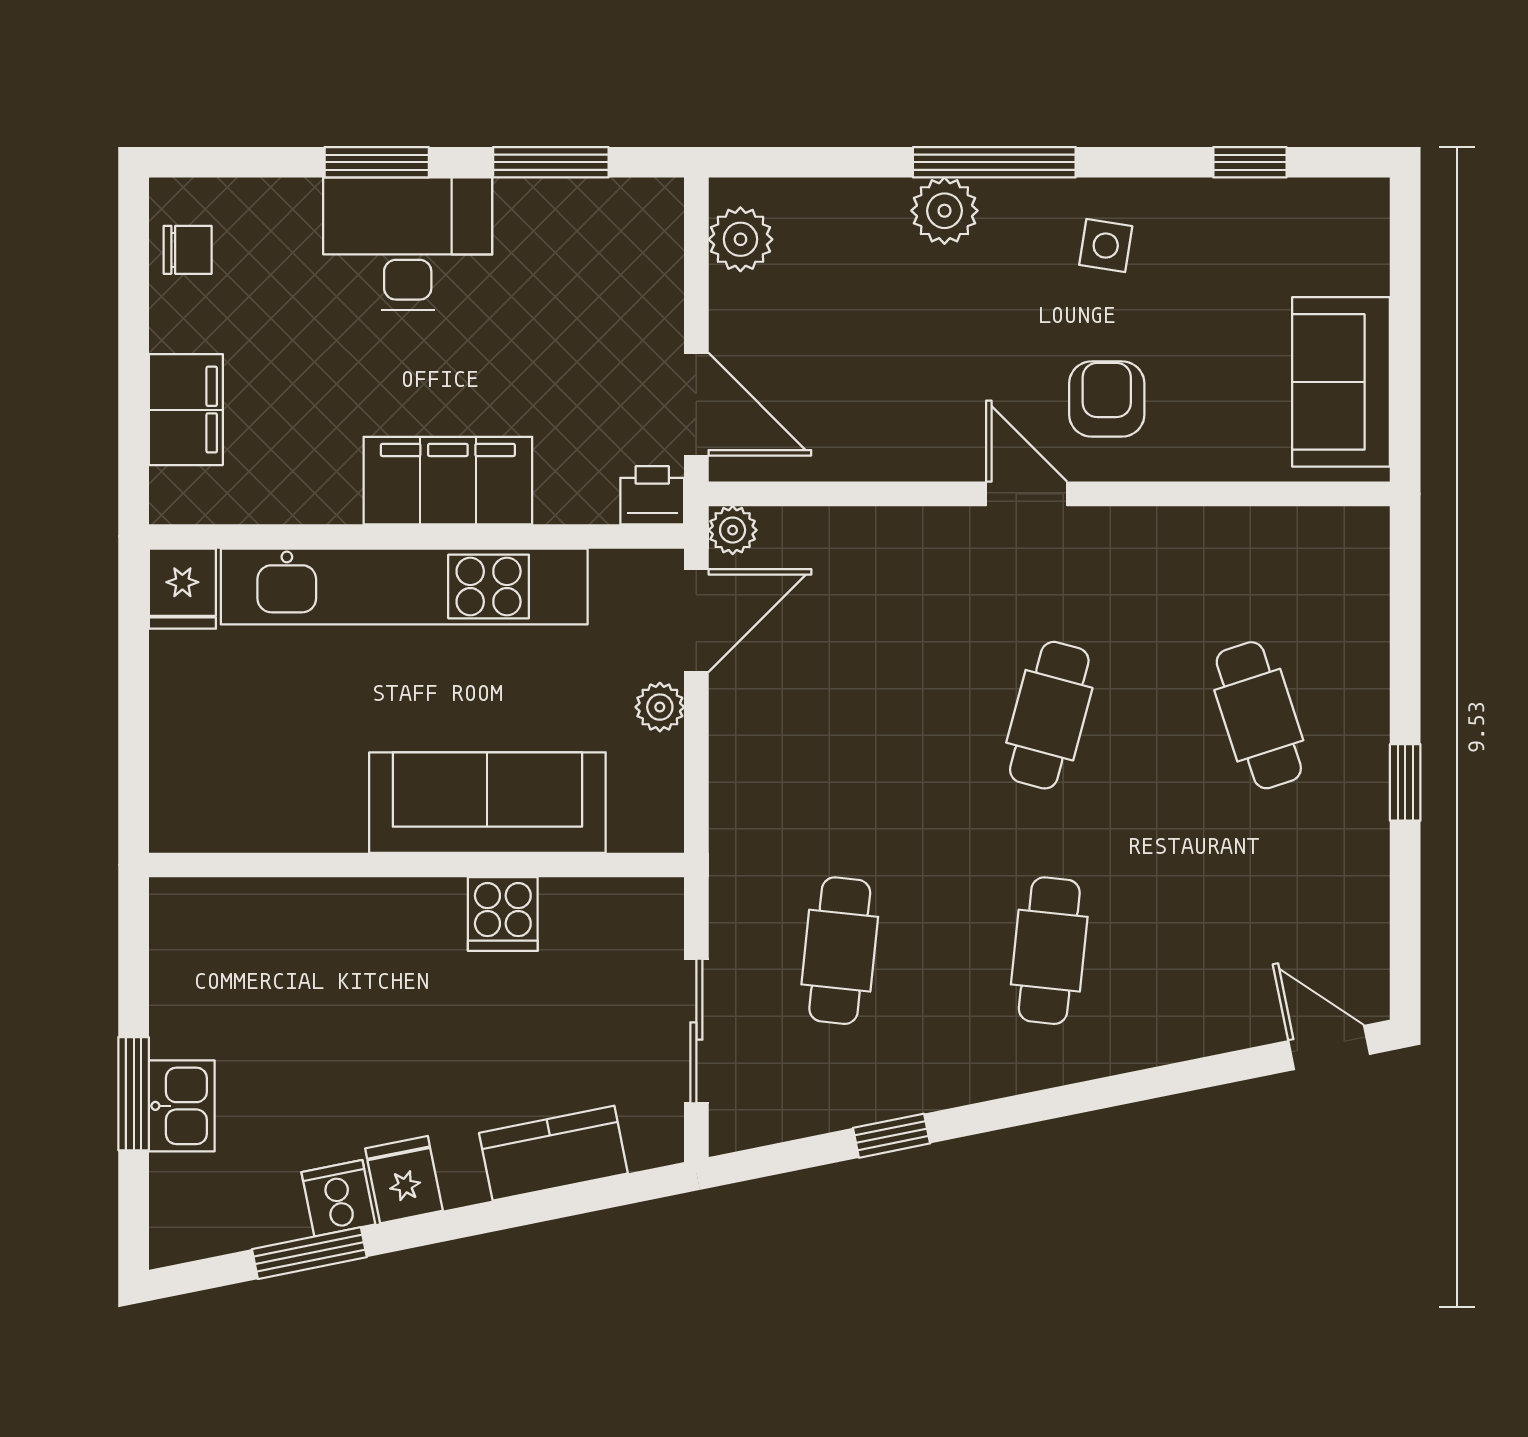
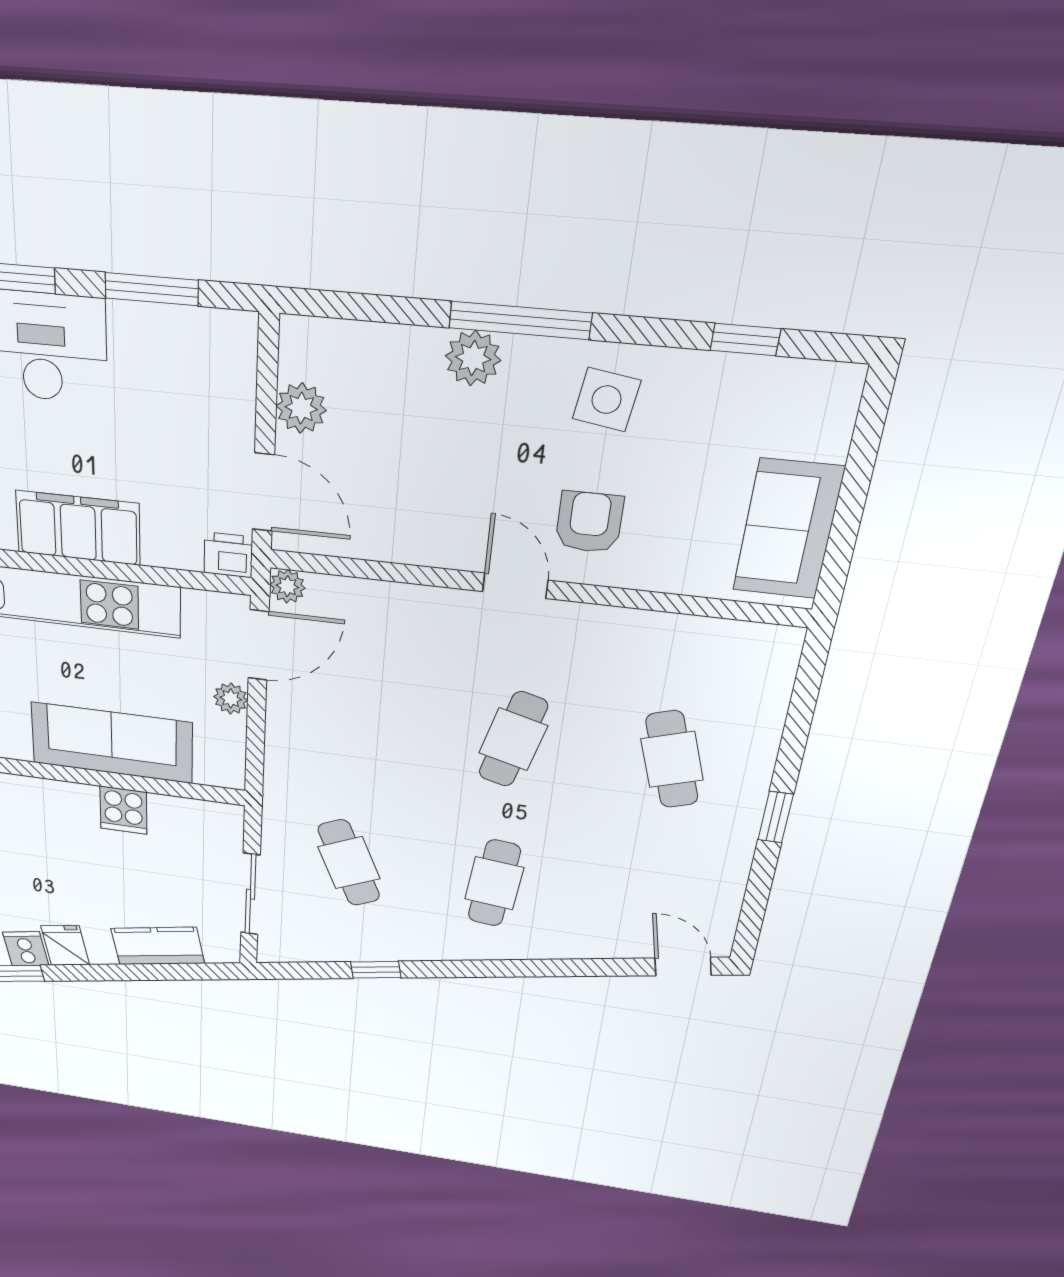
plant: (740, 239) -> (301, 408), moved
side table: (1106, 246) -> (607, 400), width x1.37, depth x1.37
cafe table: (840, 951) -> (349, 863), turned -30

